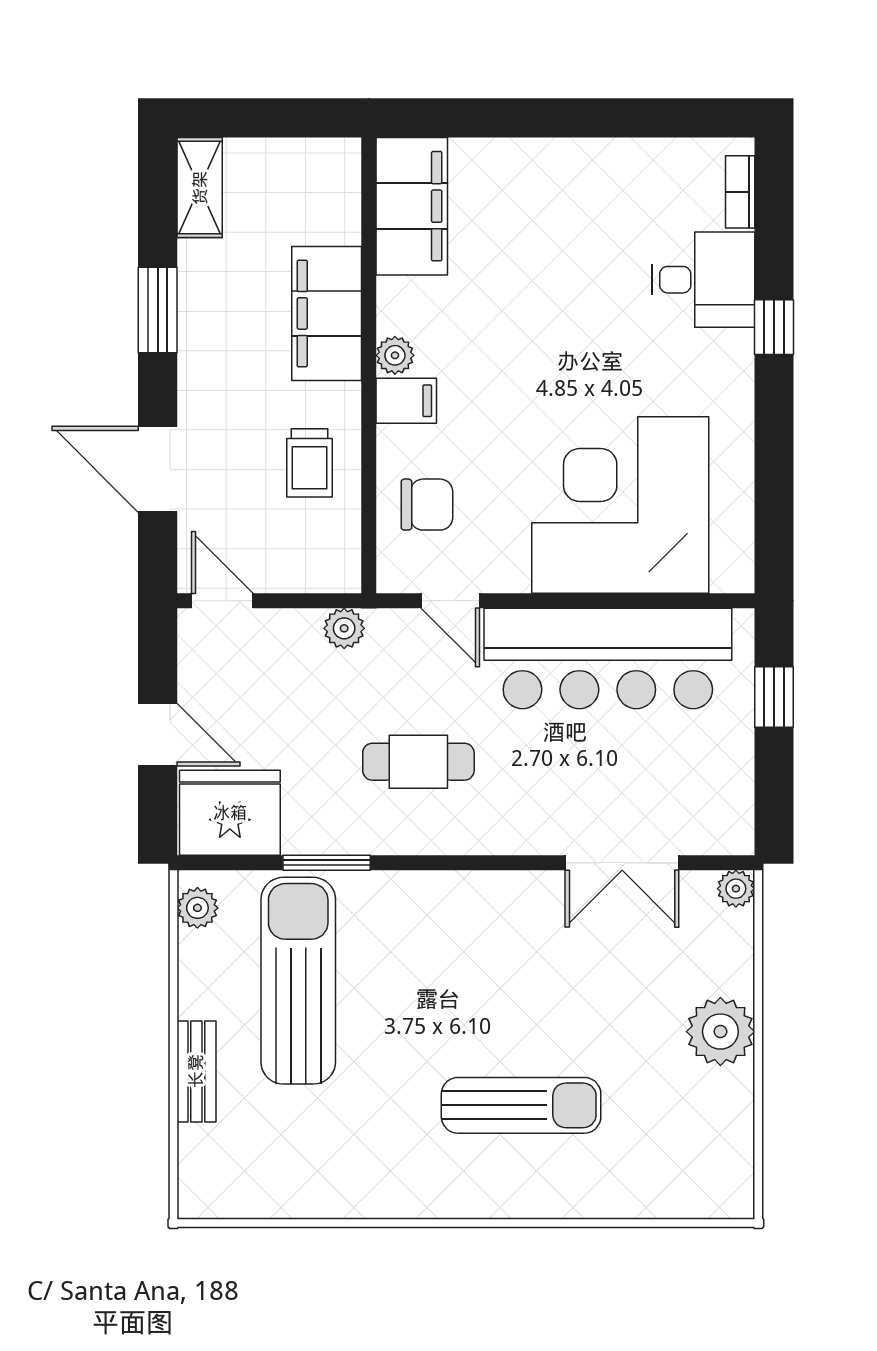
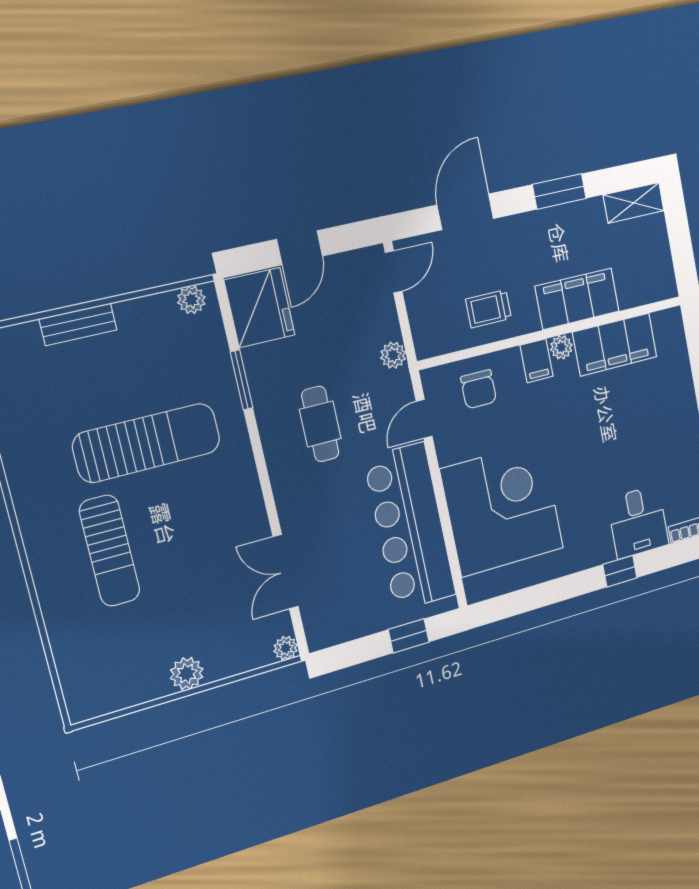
filing cabinet: (412, 206) -> (615, 345), moved
sun lounger: (298, 981) -> (147, 443), moved
plant: (720, 1032) -> (187, 674), width x0.73, depth x0.73

